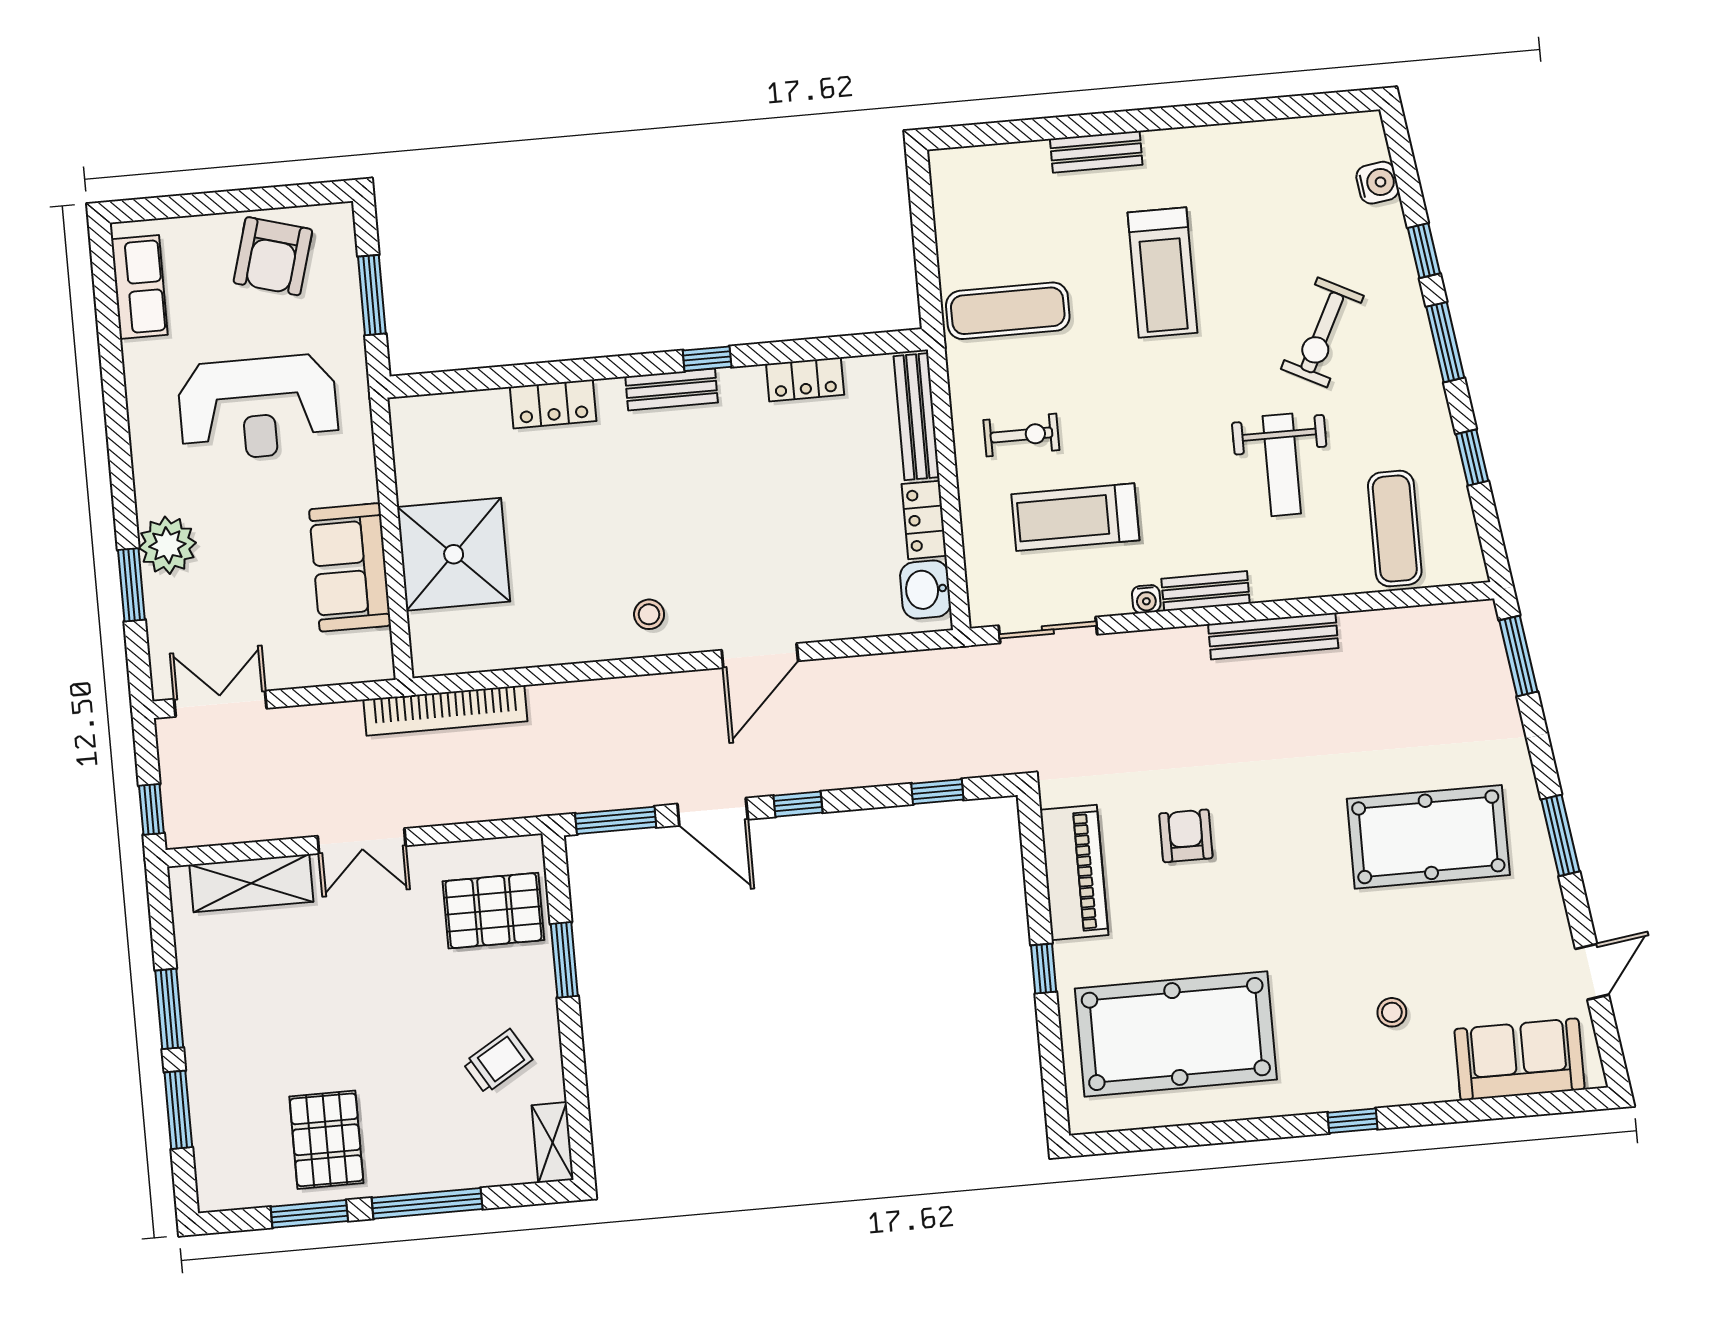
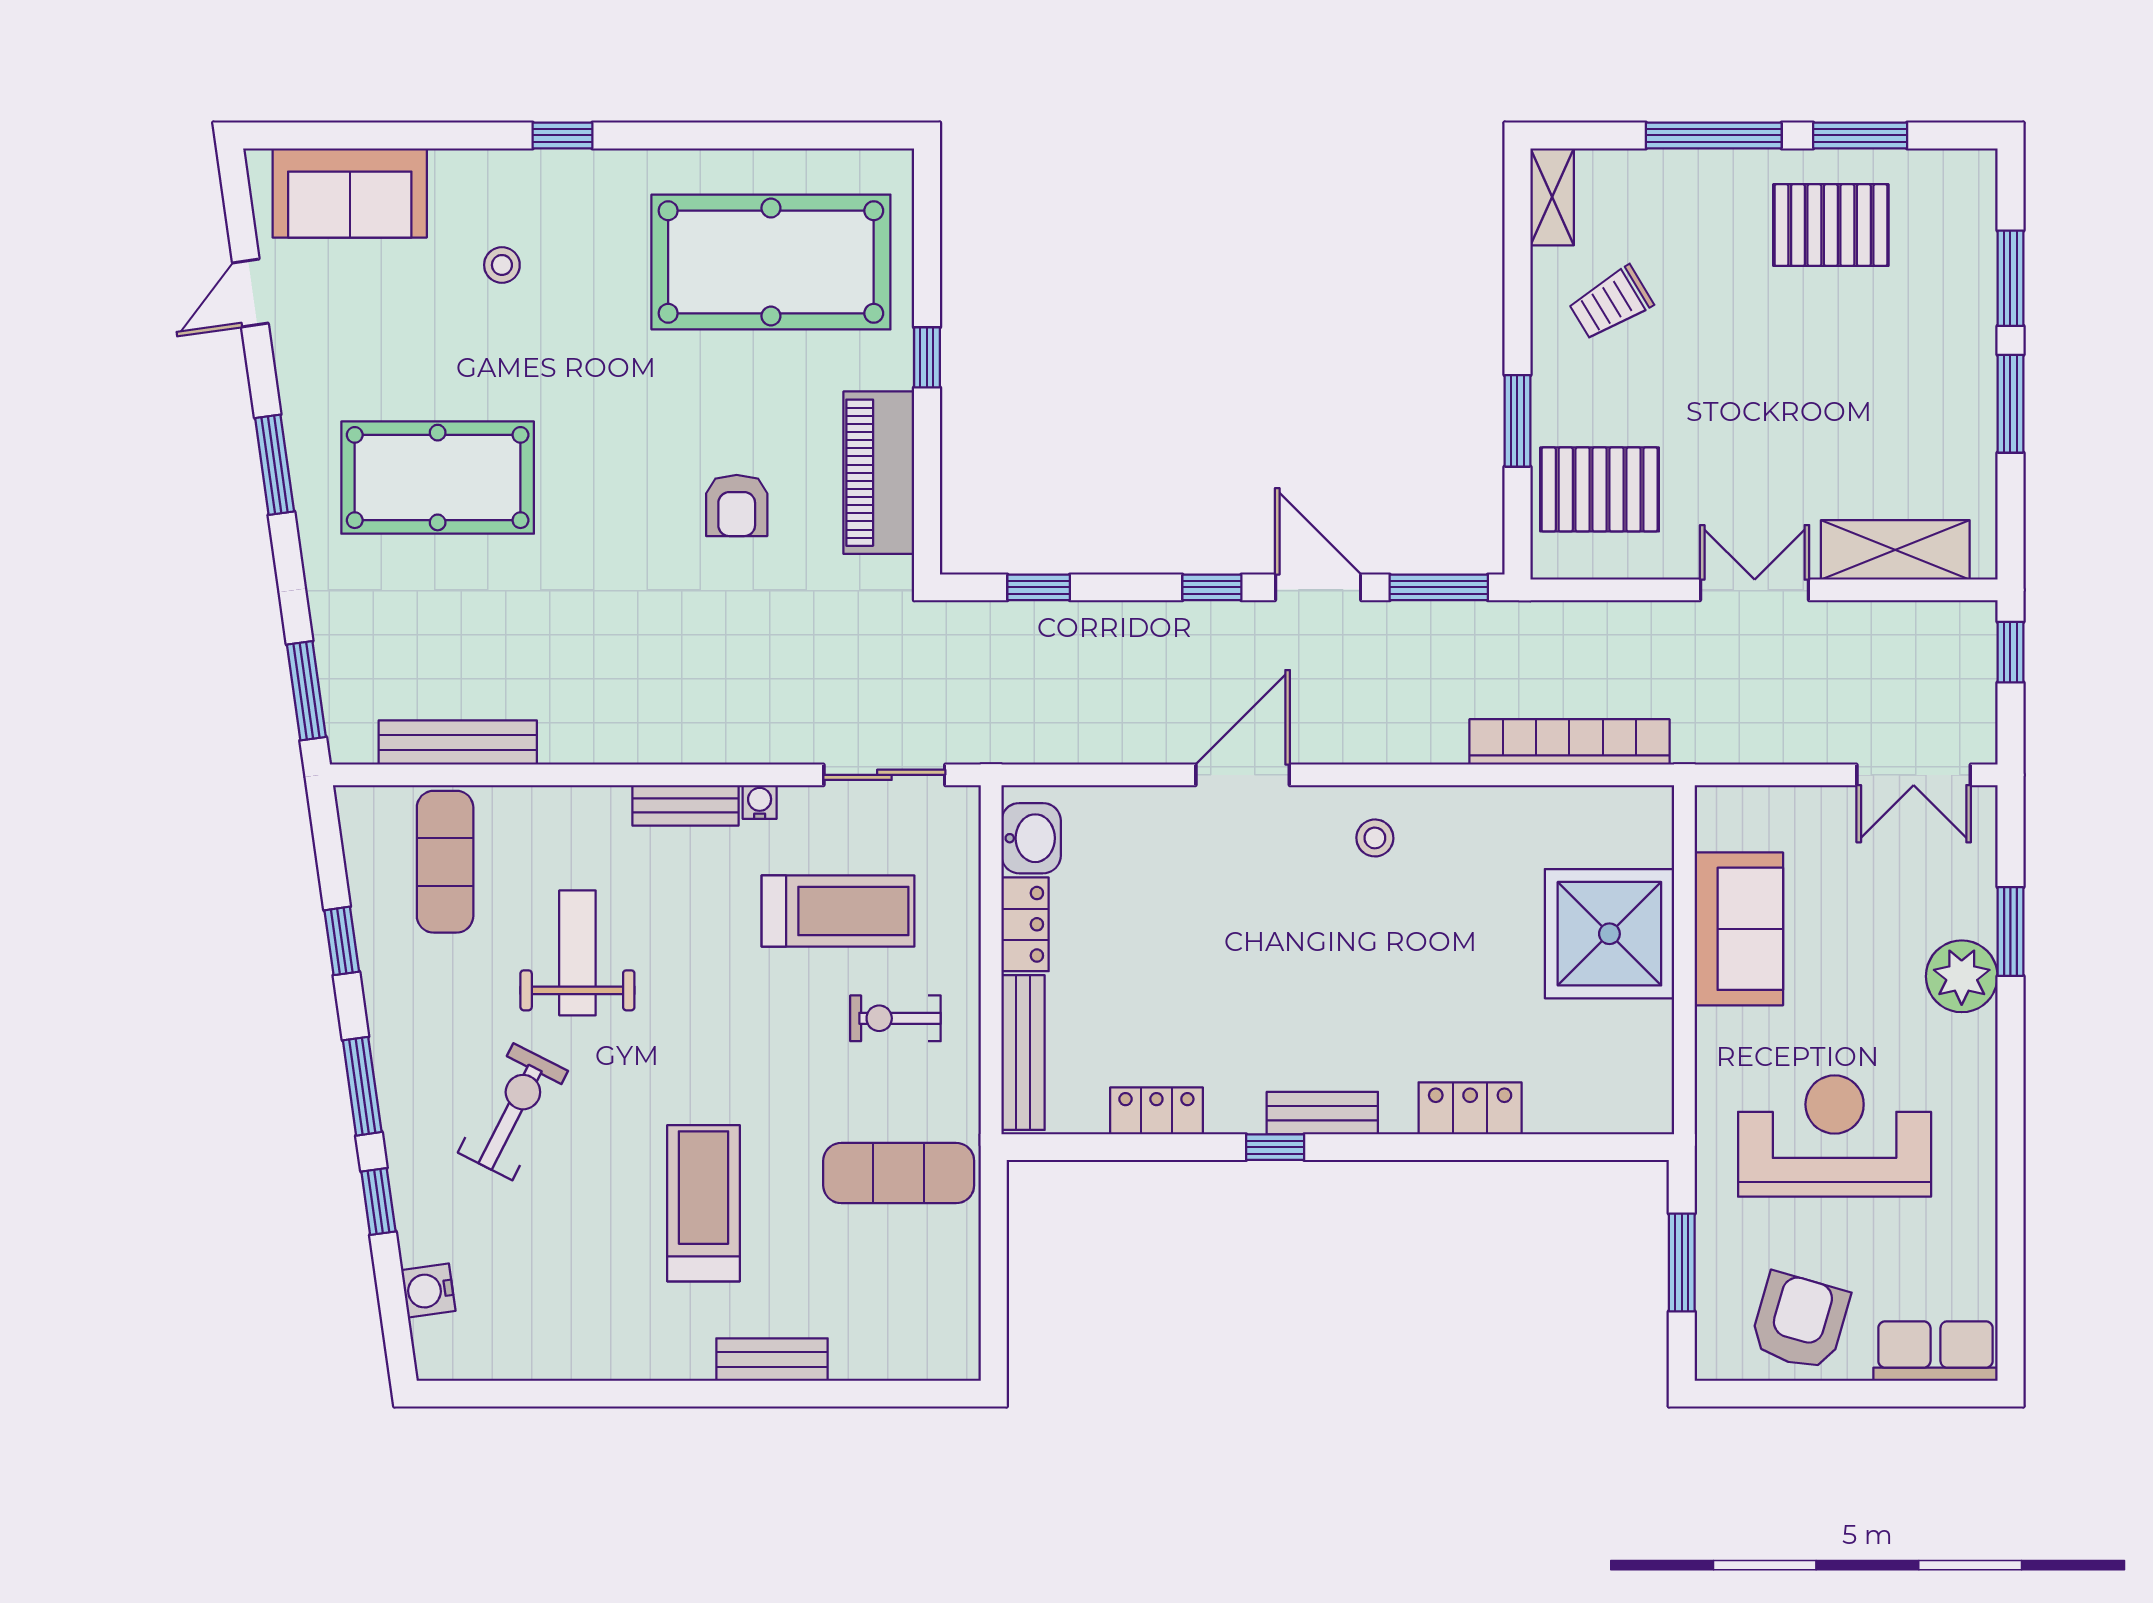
row of seats: (139, 287) -> (1935, 1351), moved, turned 90
bench: (1273, 636) -> (458, 742), moved
bookcase: (445, 710) -> (1569, 742), moved
pallet: (326, 1140) -> (1831, 225), turned 90

